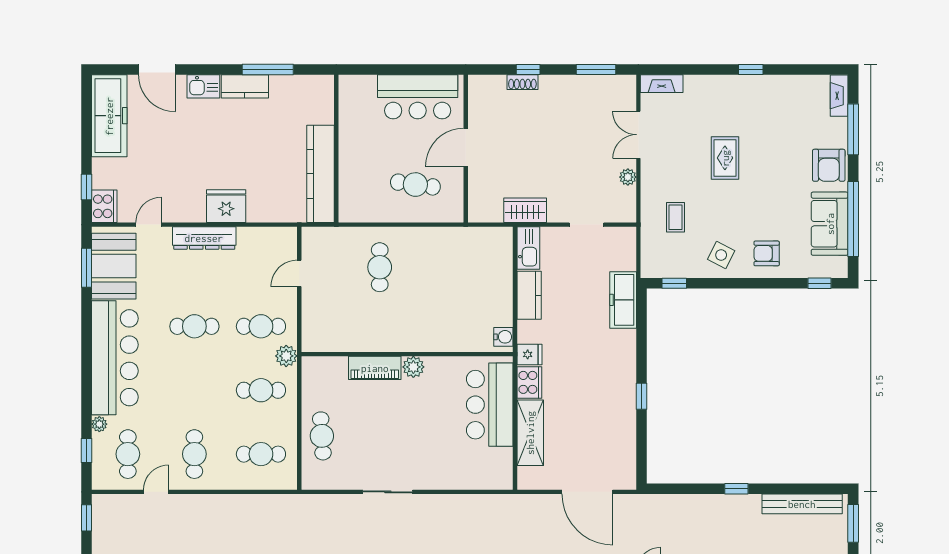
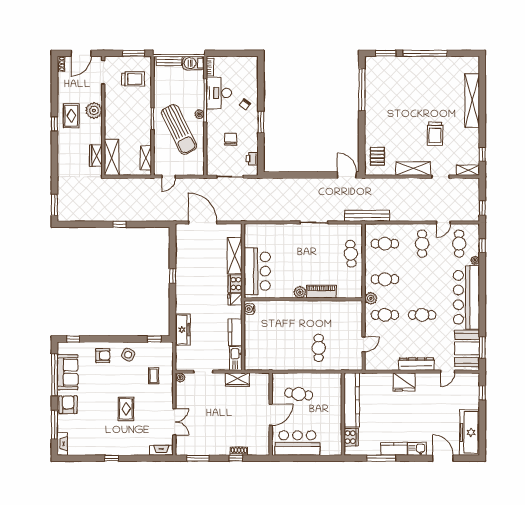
plant: (628, 177) -> (180, 377), moved
cooker: (104, 206) -> (351, 437), moved, turned 180
bench: (802, 504) -> (367, 216), moved

